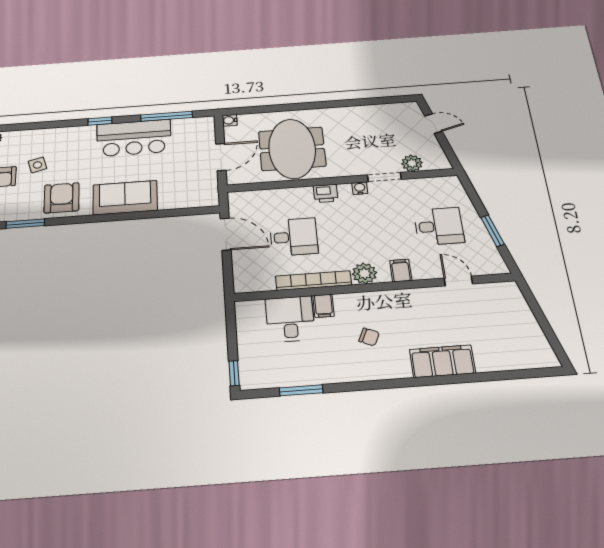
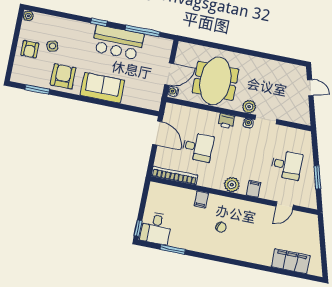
water cooler: (230, 120) -> (173, 91), moved
plant: (412, 163) -> (249, 107), moved
bookcase: (313, 281) -> (175, 176), moved
door: (458, 281) -> (285, 206), swing flipped
desk: (290, 319) -> (156, 228), moved, turned 180
filing cabinet: (442, 361) -> (291, 261), moved

